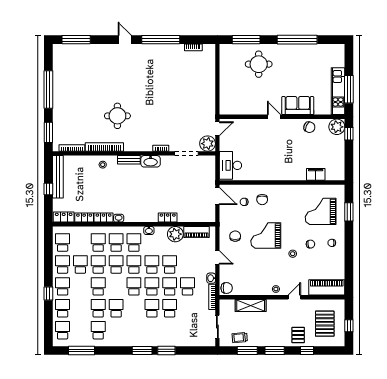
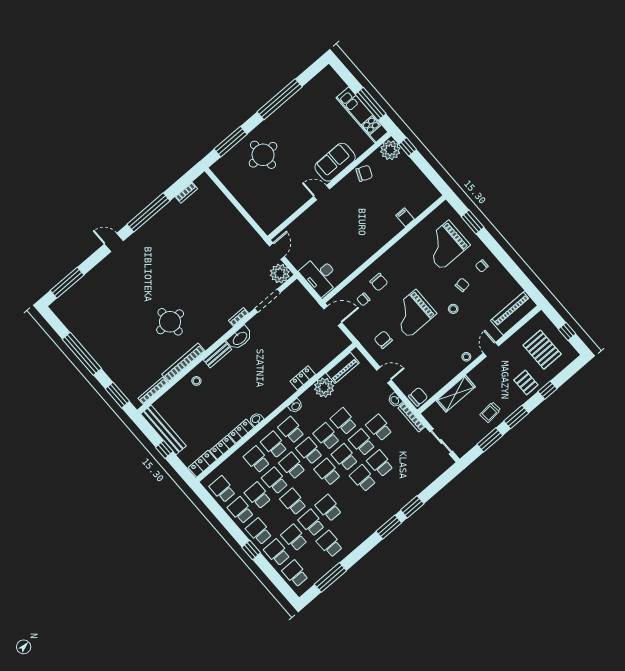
filing cabinet: (316, 174) -> (405, 217), width x0.50
school desk: (80, 308) -> (294, 538), added
trolley: (240, 338) -> (490, 412), moved

